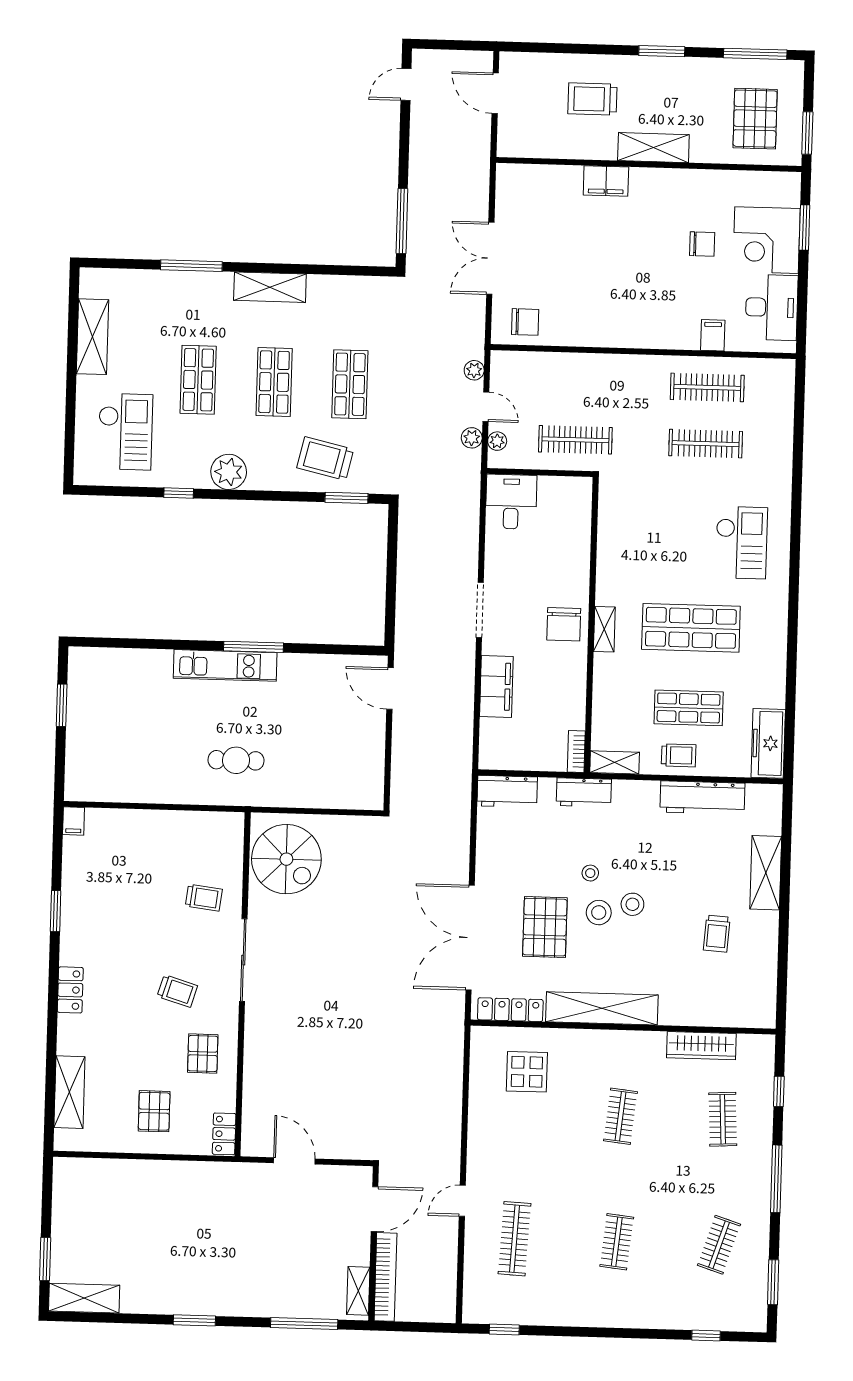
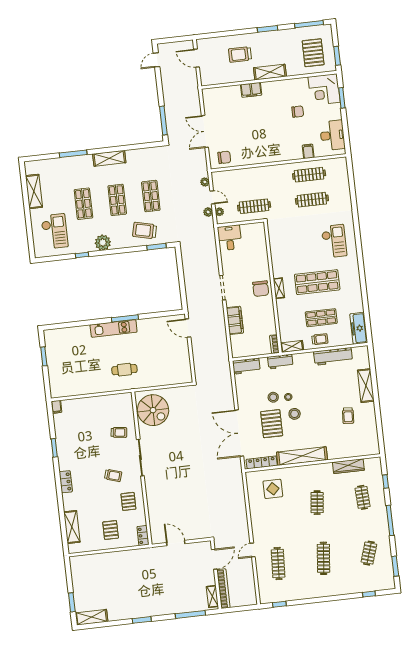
corner desk: (767, 240) -> (324, 90), moved
stool: (632, 904) -> (273, 397), moved
clothes rail: (617, 1242) -> (323, 558), width x1.36

